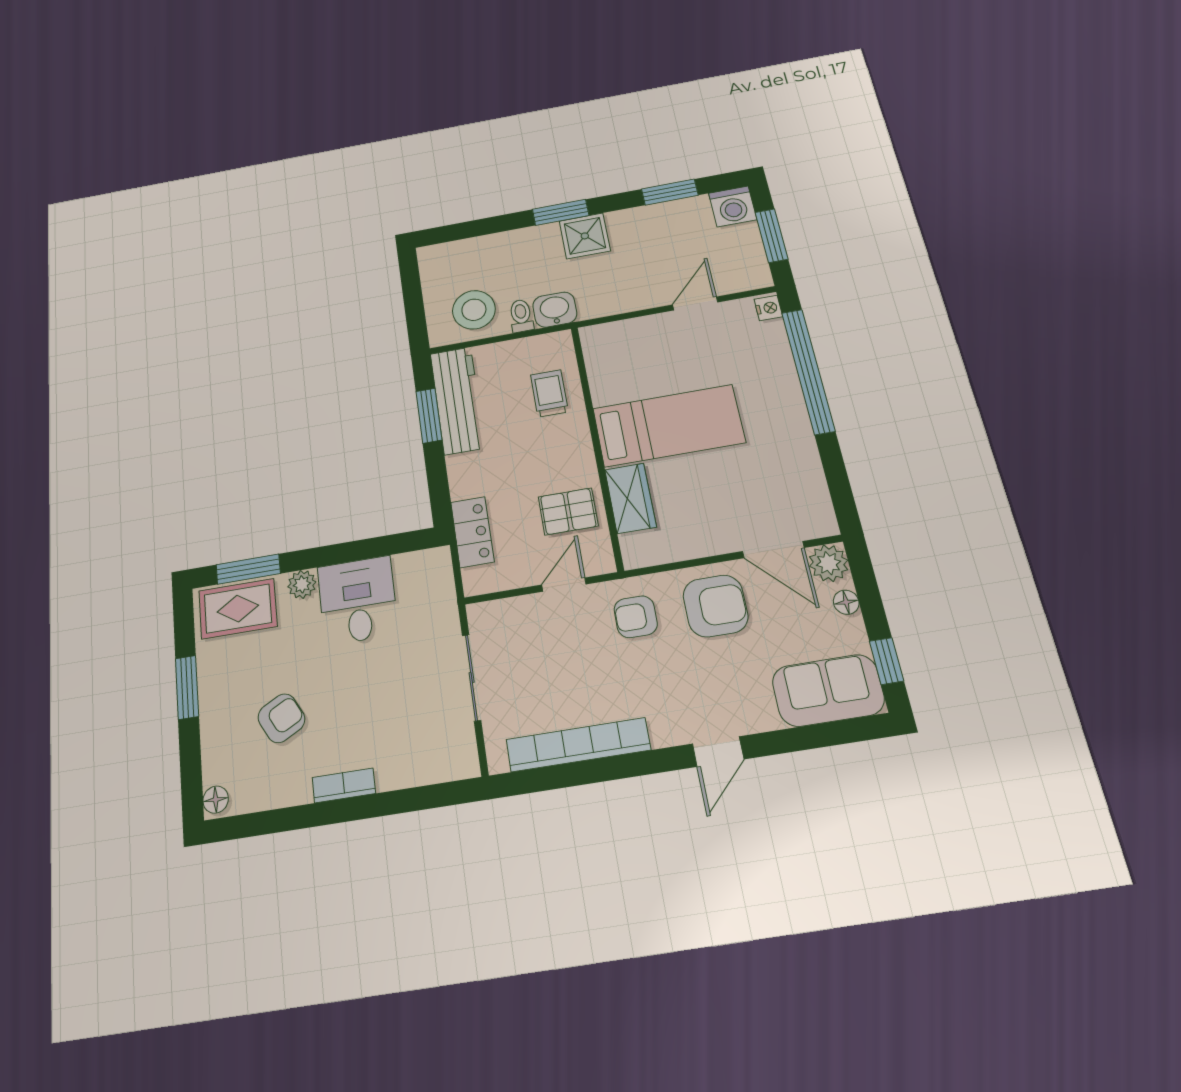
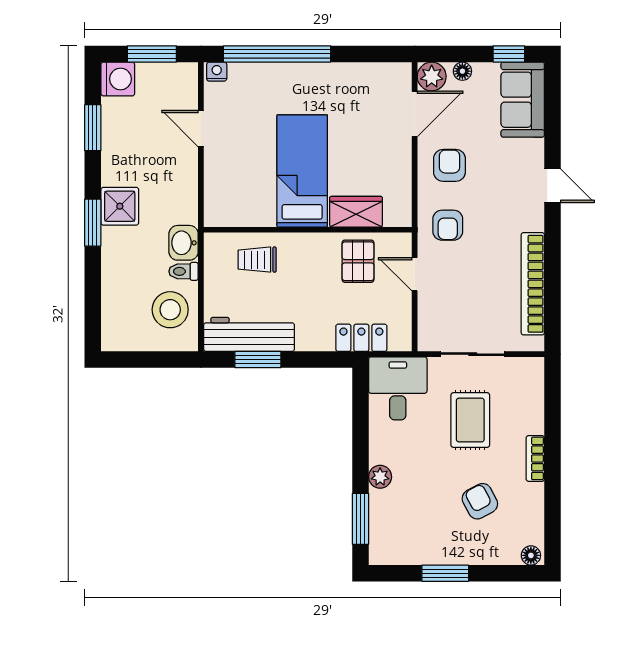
desk: (358, 600) -> (398, 388), moved, turned 90
armchair: (715, 606) -> (449, 165), width x0.72, depth x0.72
rug: (238, 609) -> (470, 420), moved

